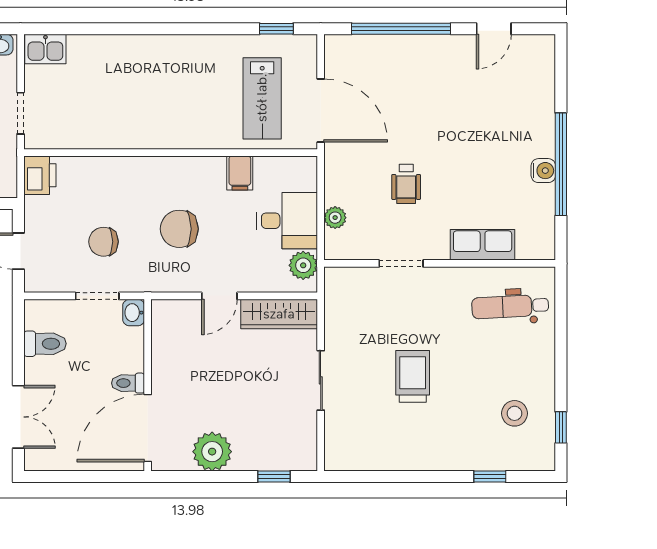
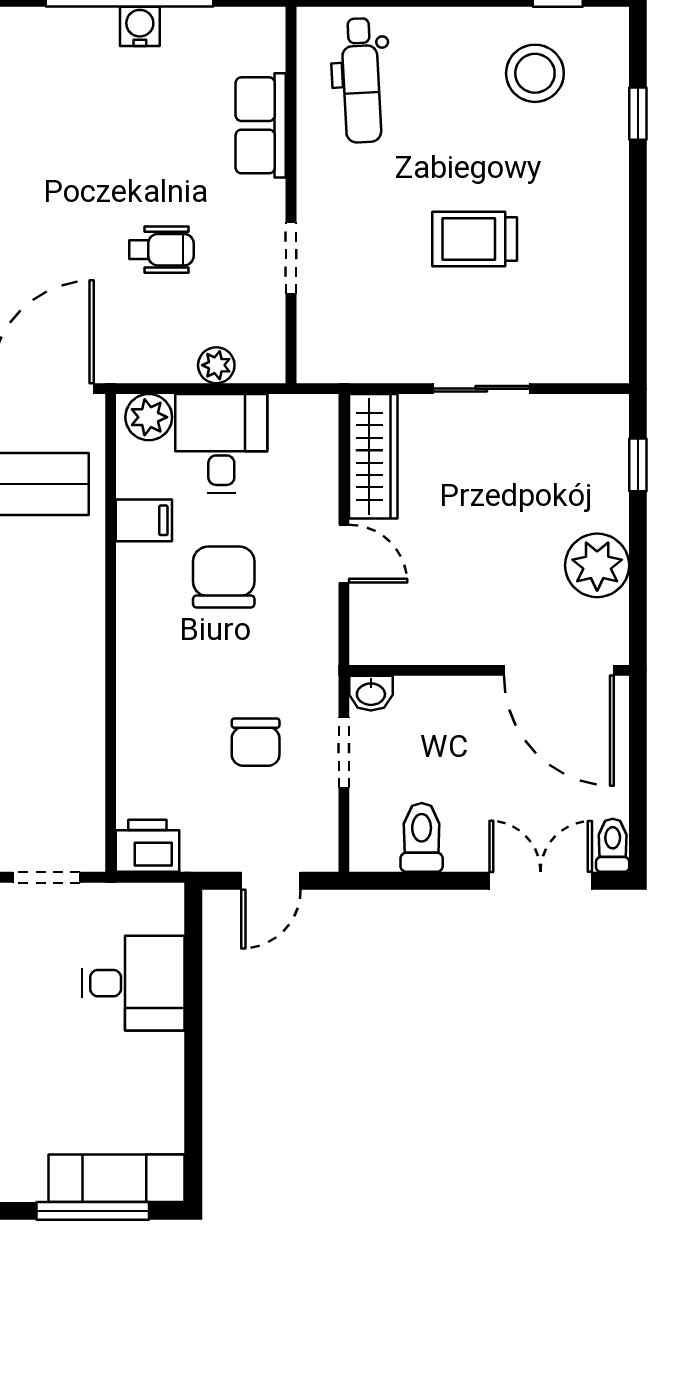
chair: (179, 229) -> (224, 577), moved, turned 180
plant: (303, 265) -> (149, 417), moved
toilet: (128, 383) -> (613, 845), moved, turned 180
stool: (515, 413) -> (535, 73), width x1.38, depth x1.38

